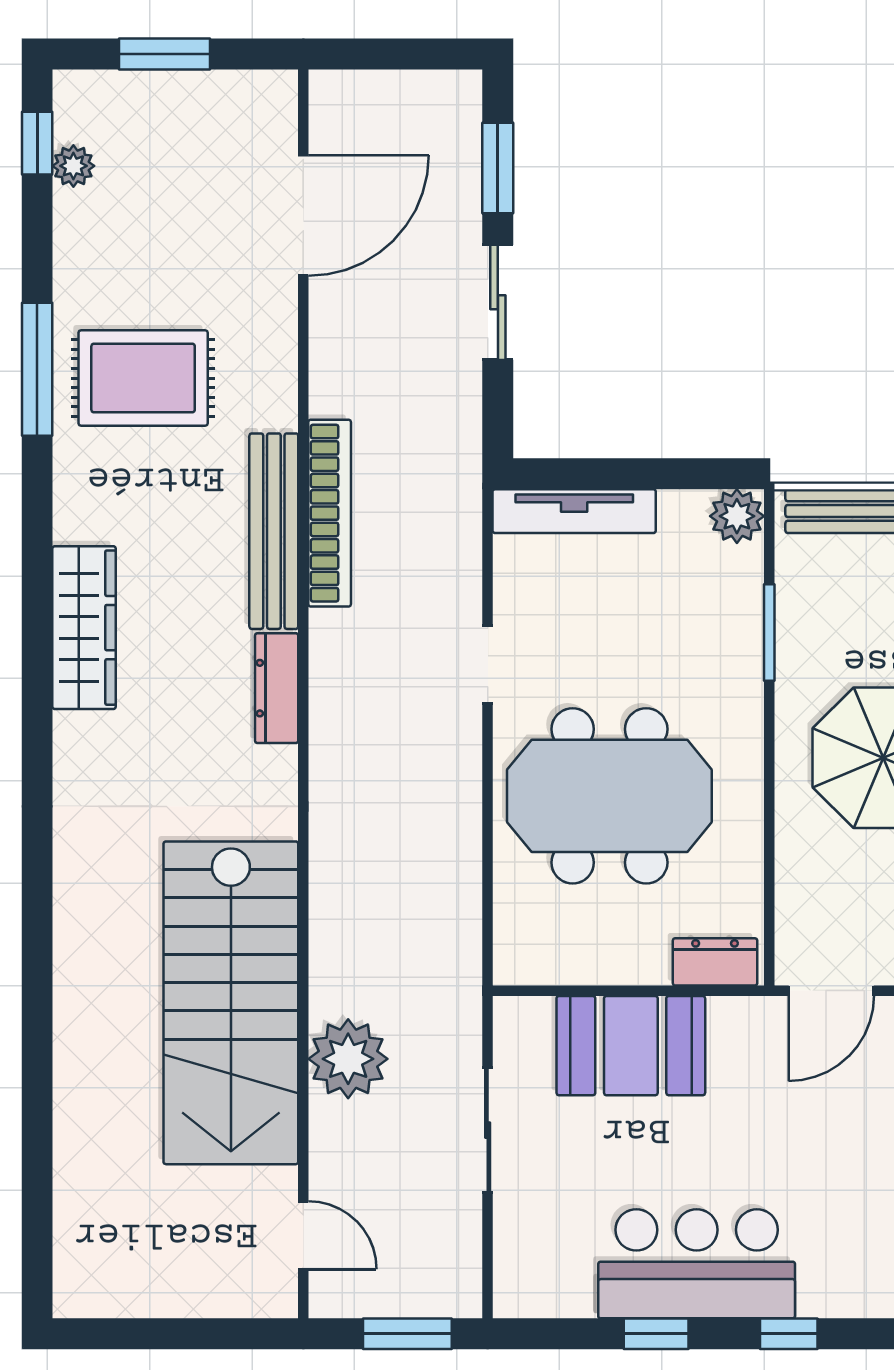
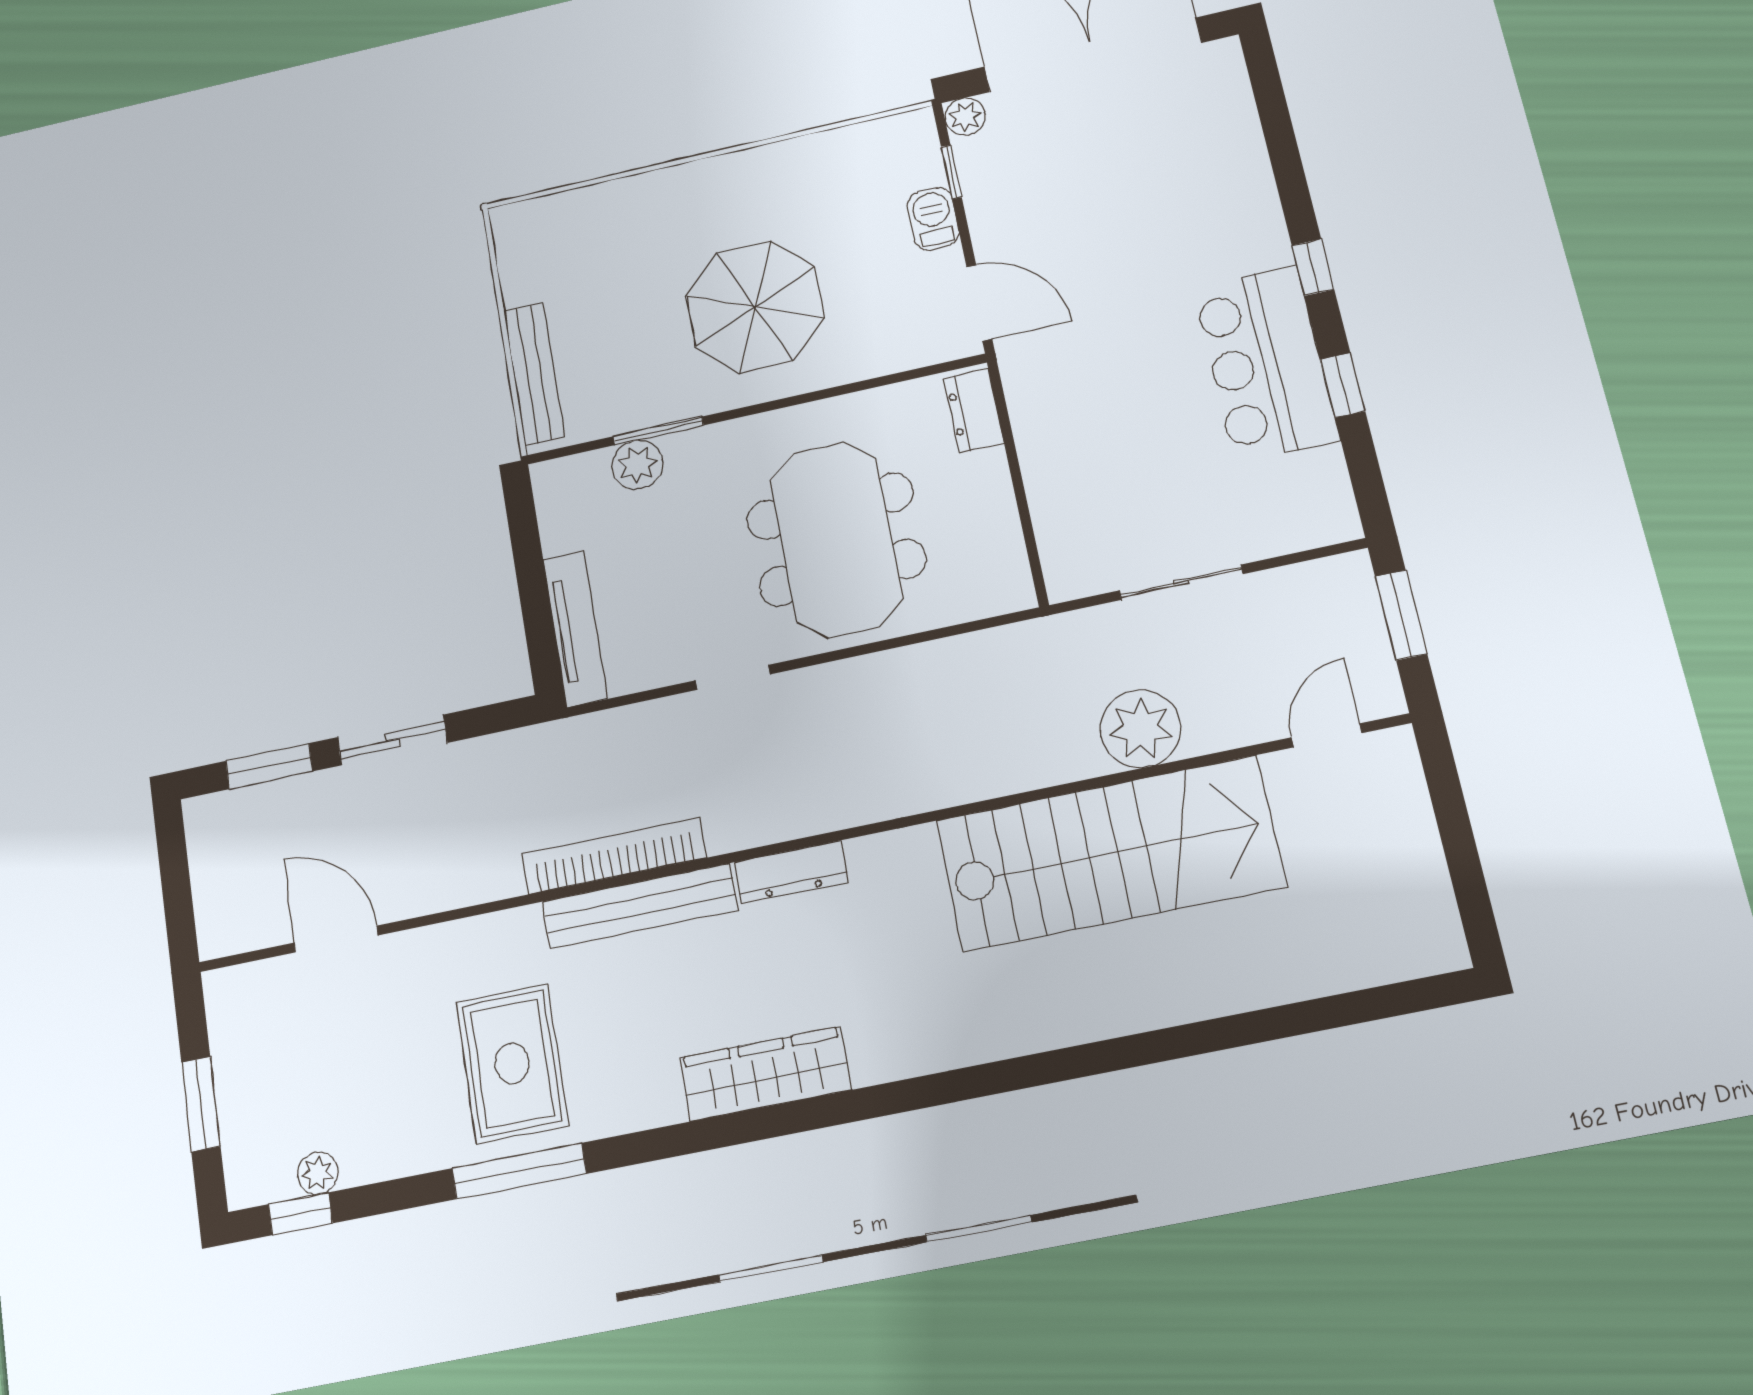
door: (303, 215) -> (336, 939), width x0.73
plant: (737, 516) -> (637, 465), moved
booth: (631, 1046) -> (1070, 469), removed

